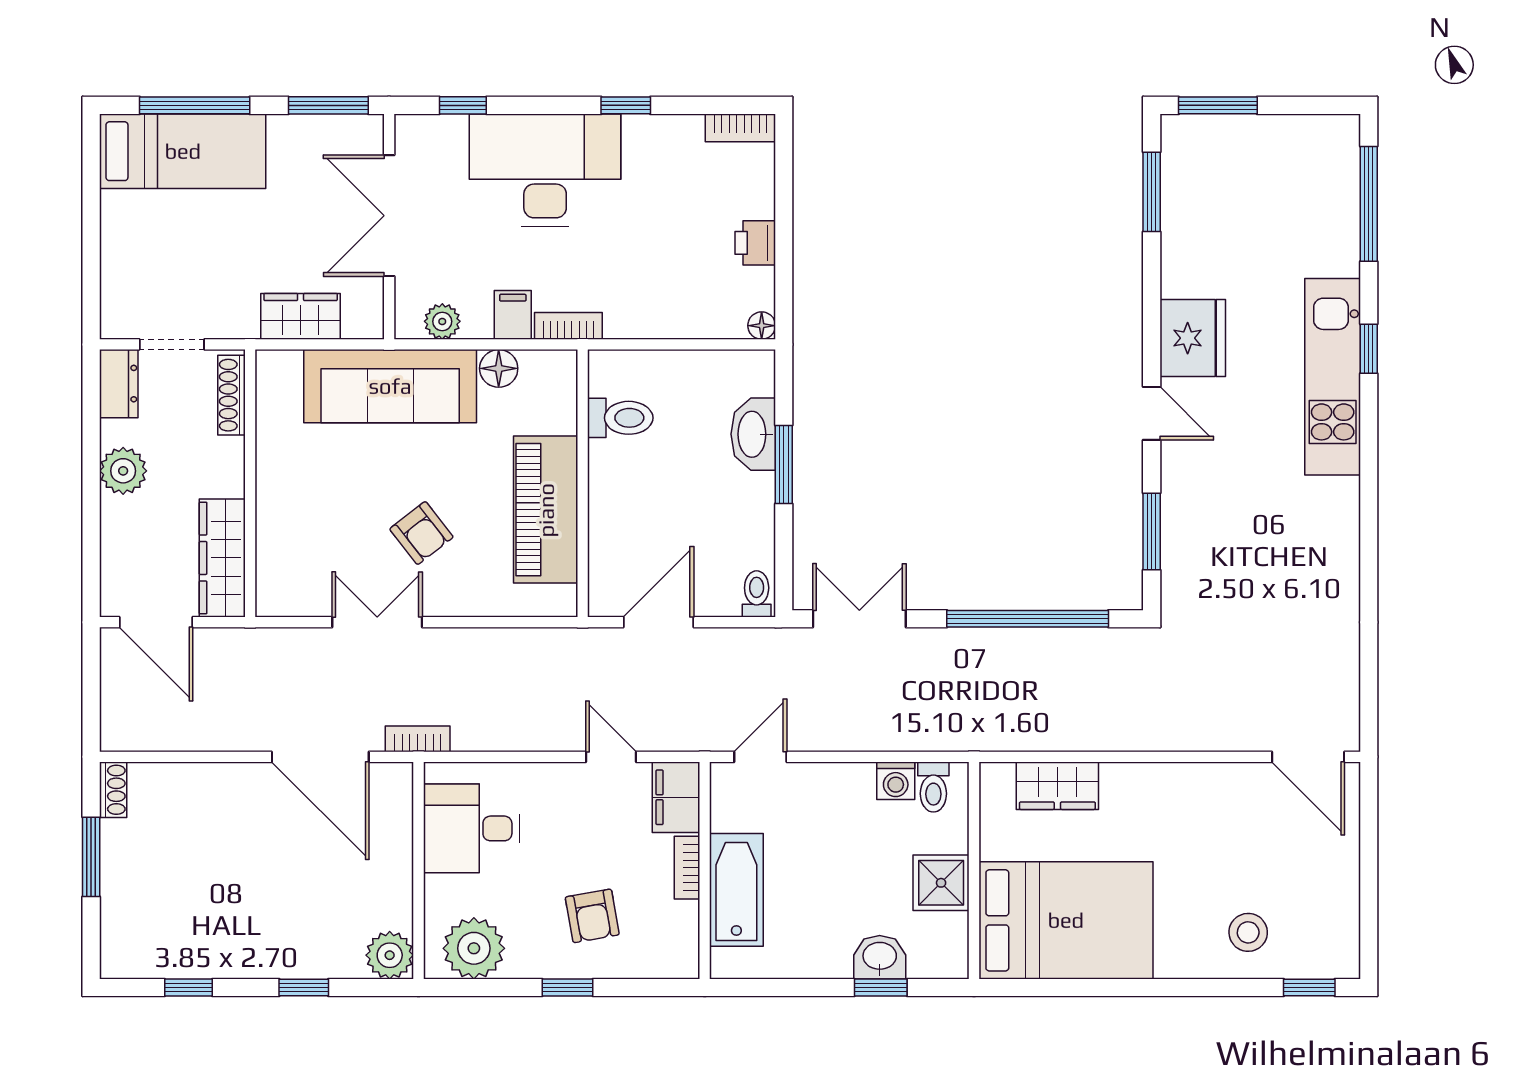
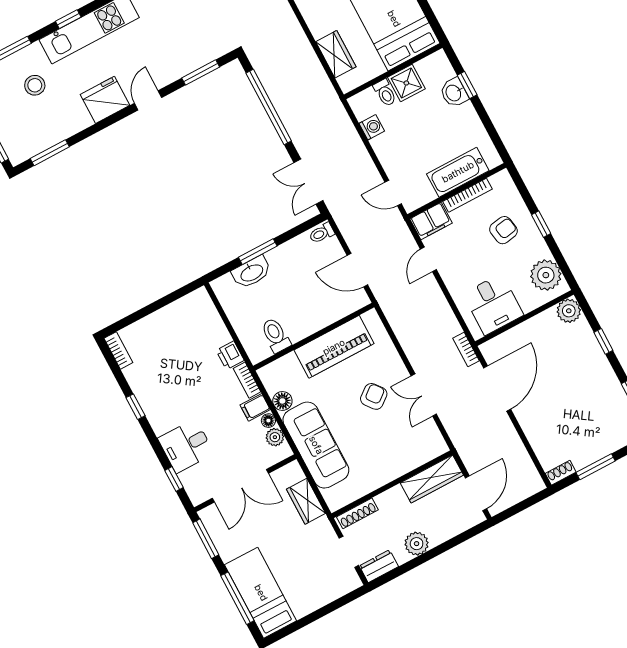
desk: (545, 170) -> (186, 446), width x0.53, depth x0.77
stool: (1284, 228) -> (35, 85), added
printer: (755, 243) -> (230, 355), moved, turned 90
floor lamp: (762, 326) -> (268, 421), moved
toilet: (933, 787) -> (385, 93), moved, turned 90
bookcase: (687, 868) -> (467, 195), width x1.56

